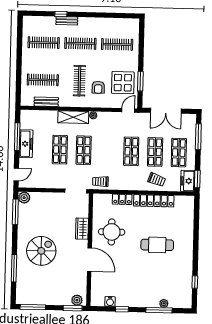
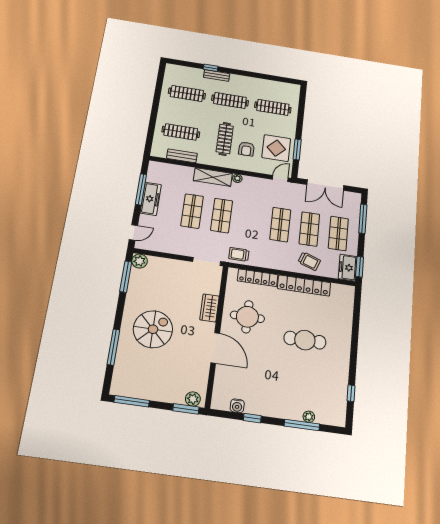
locker: (122, 199) -> (258, 278), width x1.53

